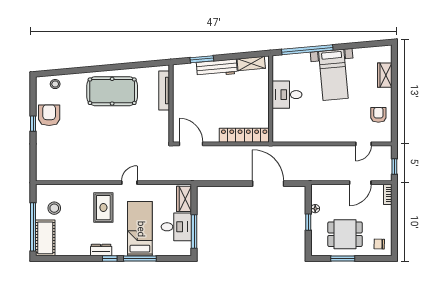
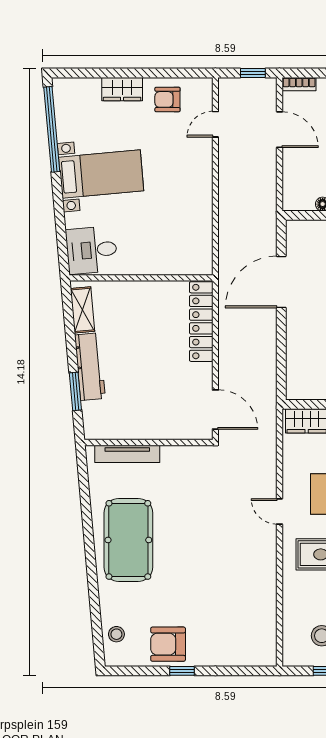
window: (307, 50) -> (52, 129), moved
wardrobe: (385, 75) -> (122, 89), moved
desk: (287, 95) -> (92, 250), moved, turned 85
door: (191, 144) -> (215, 409), swing flipped
door: (363, 144) -> (215, 124), swing flipped

